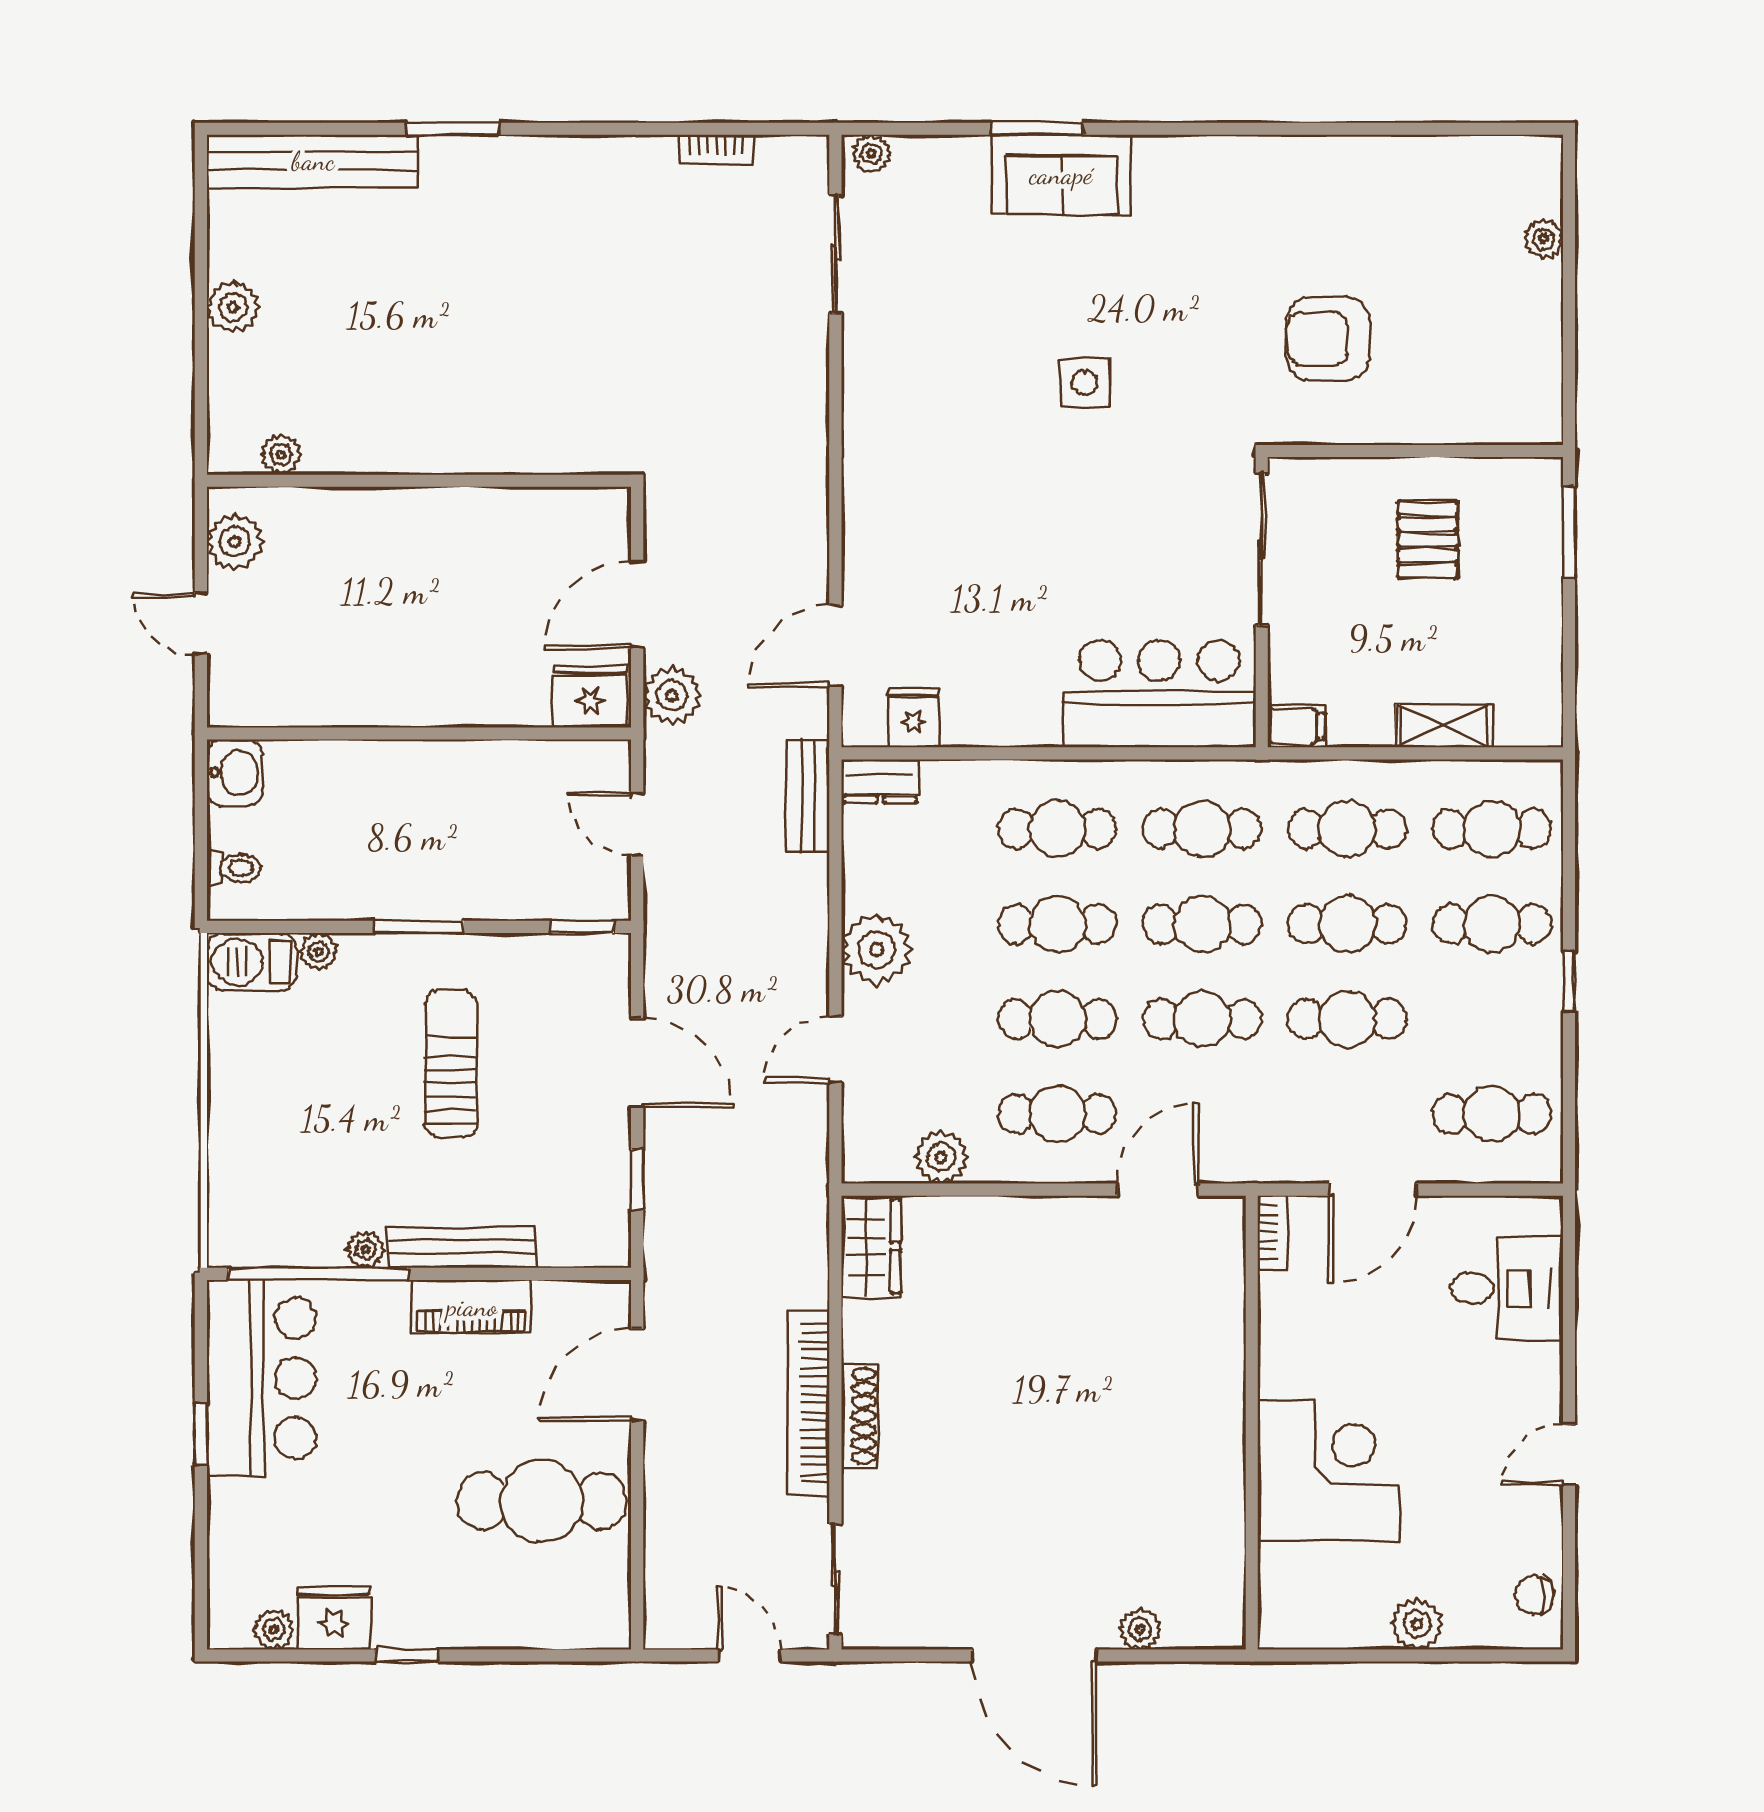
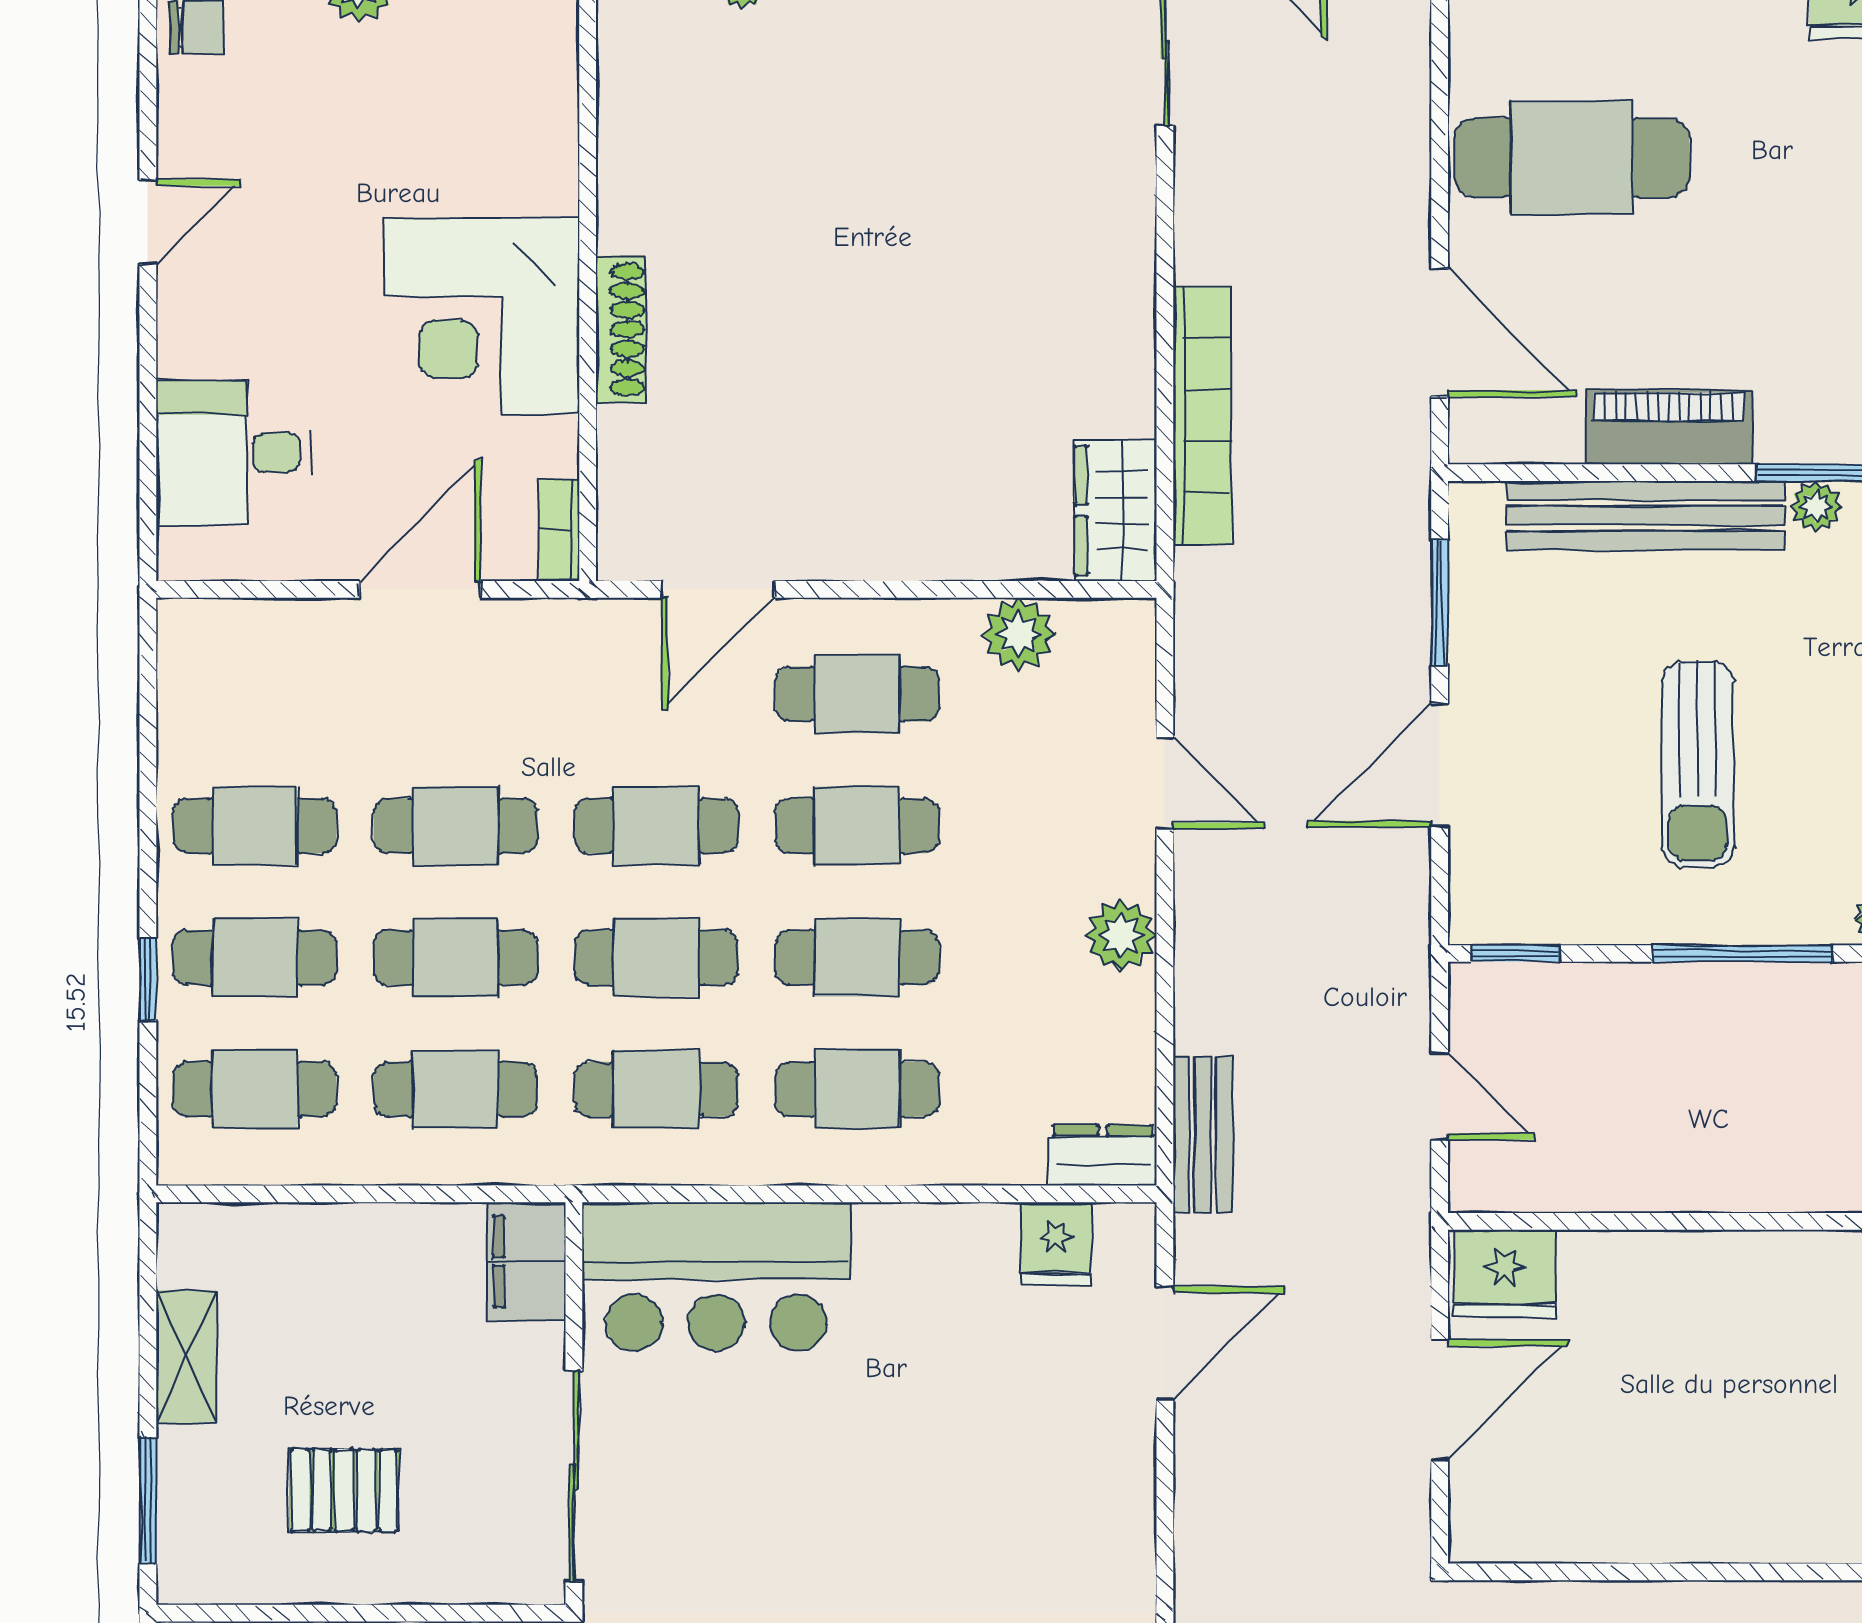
pallet: (1428, 540) -> (344, 1490), turned 90
plant: (672, 695) -> (1391, 1274), removed
filing cabinet: (1296, 726) -> (526, 1261), width x2.00
shelving: (1444, 726) -> (186, 1357), moved, turned 90
window: (419, 927) -> (1742, 954), width x1.44
plant: (876, 949) -> (1121, 935), width x0.73, depth x0.73
window: (1569, 982) -> (148, 979), moved
door: (835, 1050) -> (1165, 783), hinge flipped
door: (637, 1063) -> (1440, 765), hinge flipped
cafe table: (1492, 1114) -> (255, 826), moved
window: (637, 1180) -> (1440, 603), width x1.50
bench: (462, 1247) -> (1646, 515), width x1.37, depth x1.21
door: (637, 1375) -> (1440, 332), hinge flipped
bookcase: (808, 1403) -> (1202, 415), moved
shoe rack: (859, 1416) -> (621, 329), moved, turned 180
corner desk: (1328, 1470) -> (482, 316), moved

